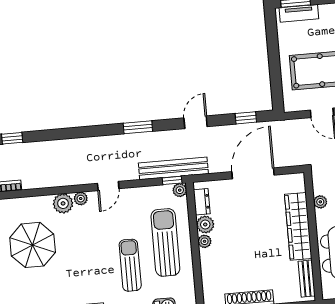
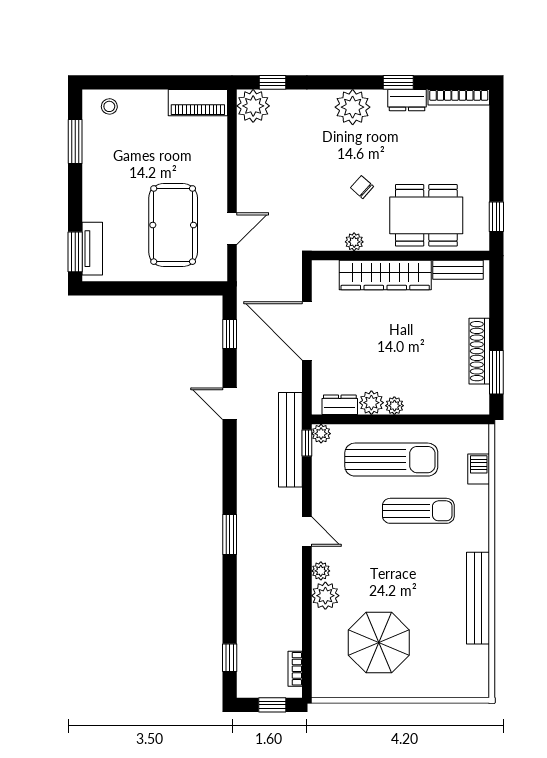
window: (138, 127) -> (230, 535), moved
sun lounger: (165, 242) -> (391, 460), turned 180
sun lounger: (130, 265) -> (418, 511), turned 180

